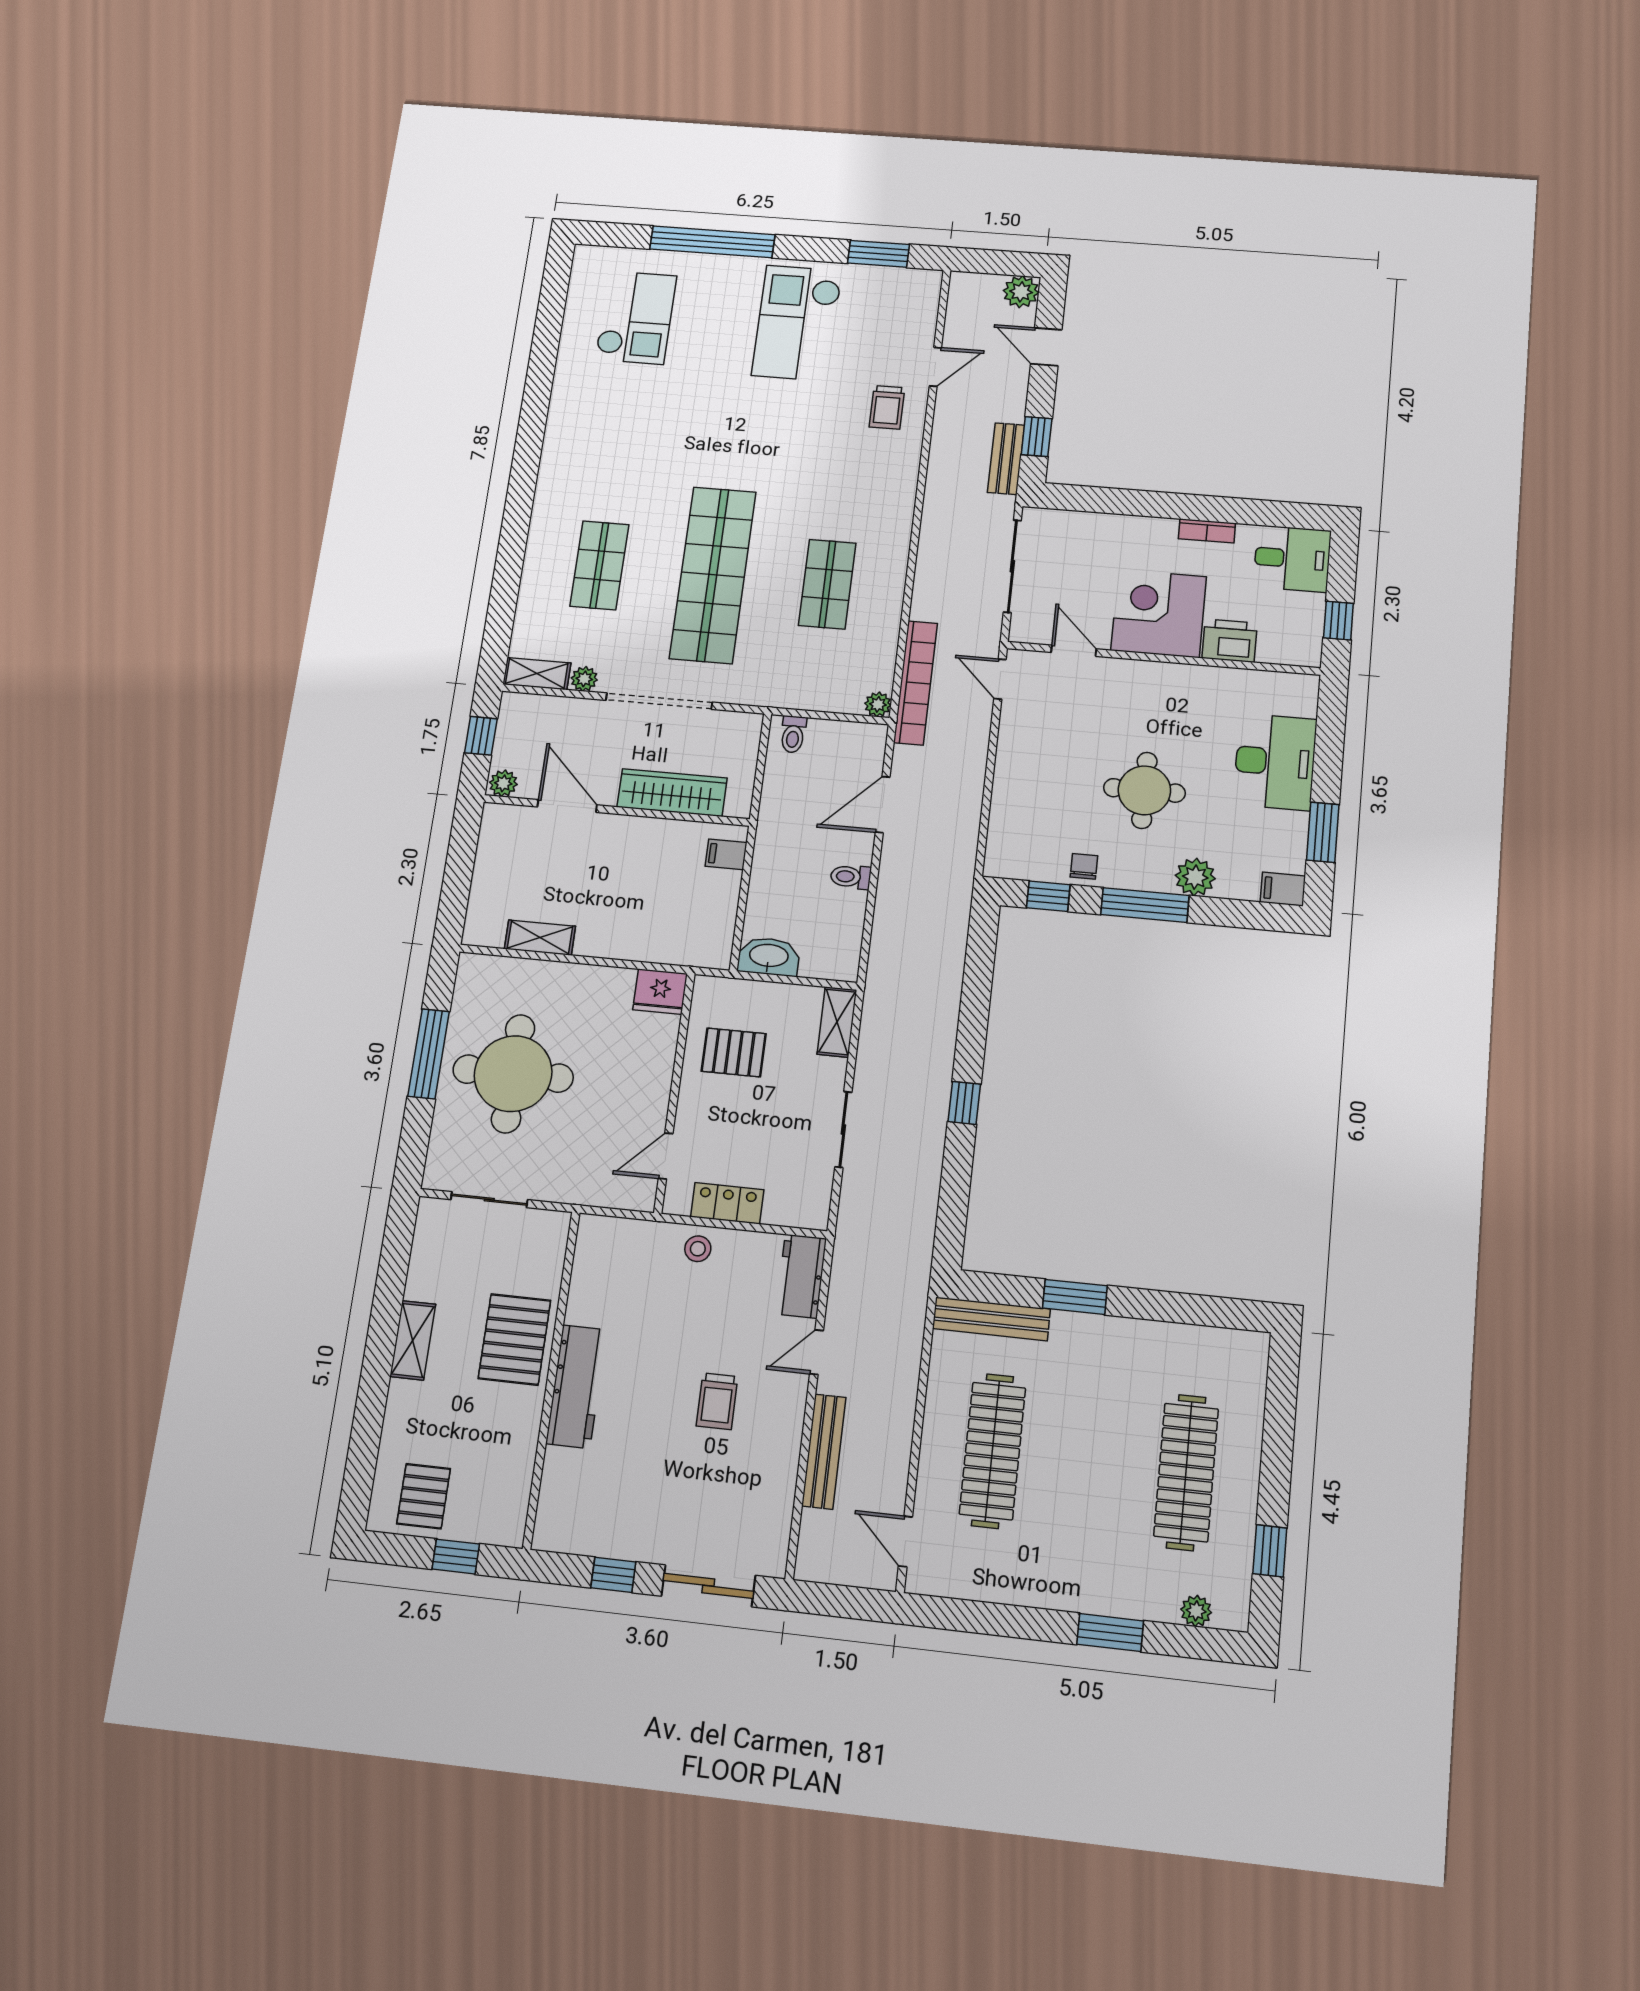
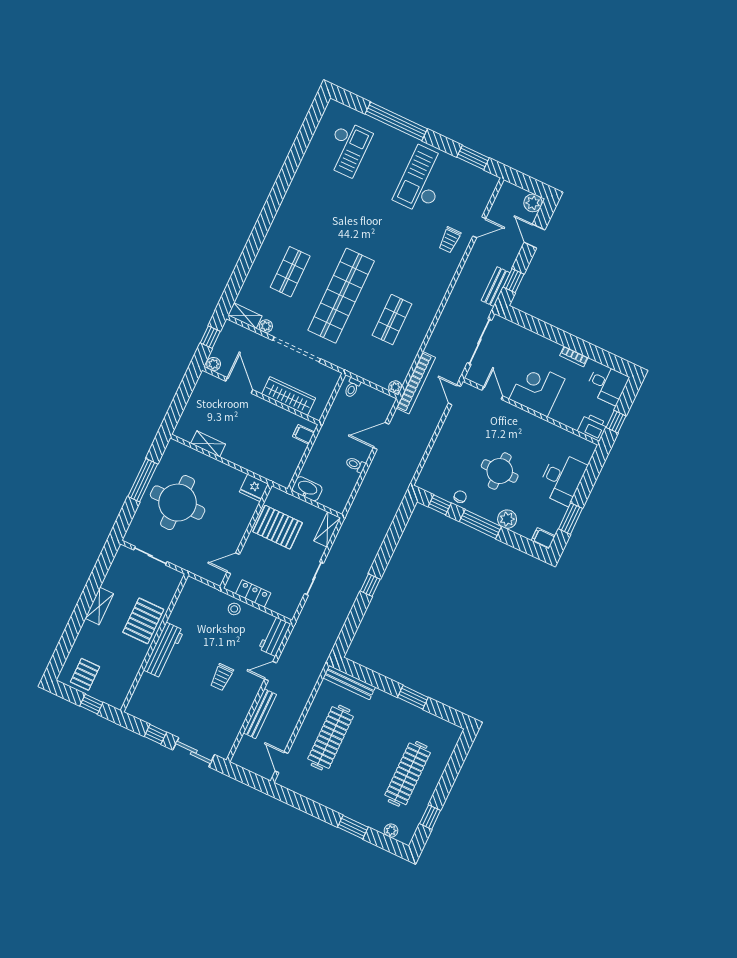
printer: (1230, 641) -> (593, 427), moved
pallet: (734, 1052) -> (278, 527), width x1.50, depth x1.42
window: (1075, 1297) -> (413, 697), moved

